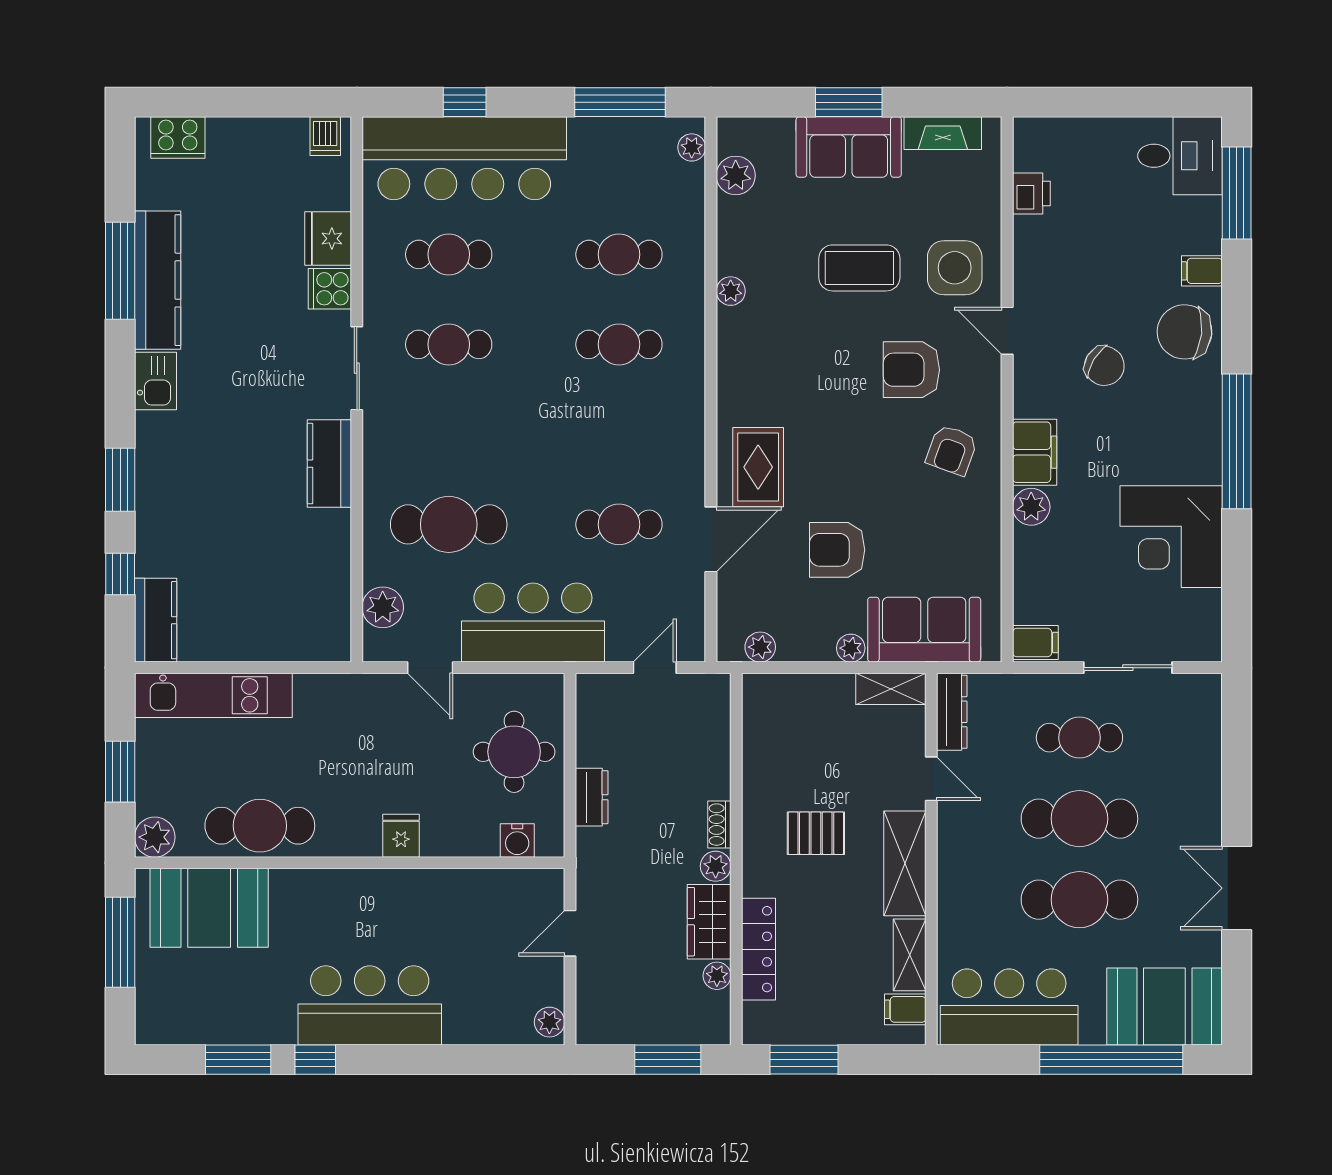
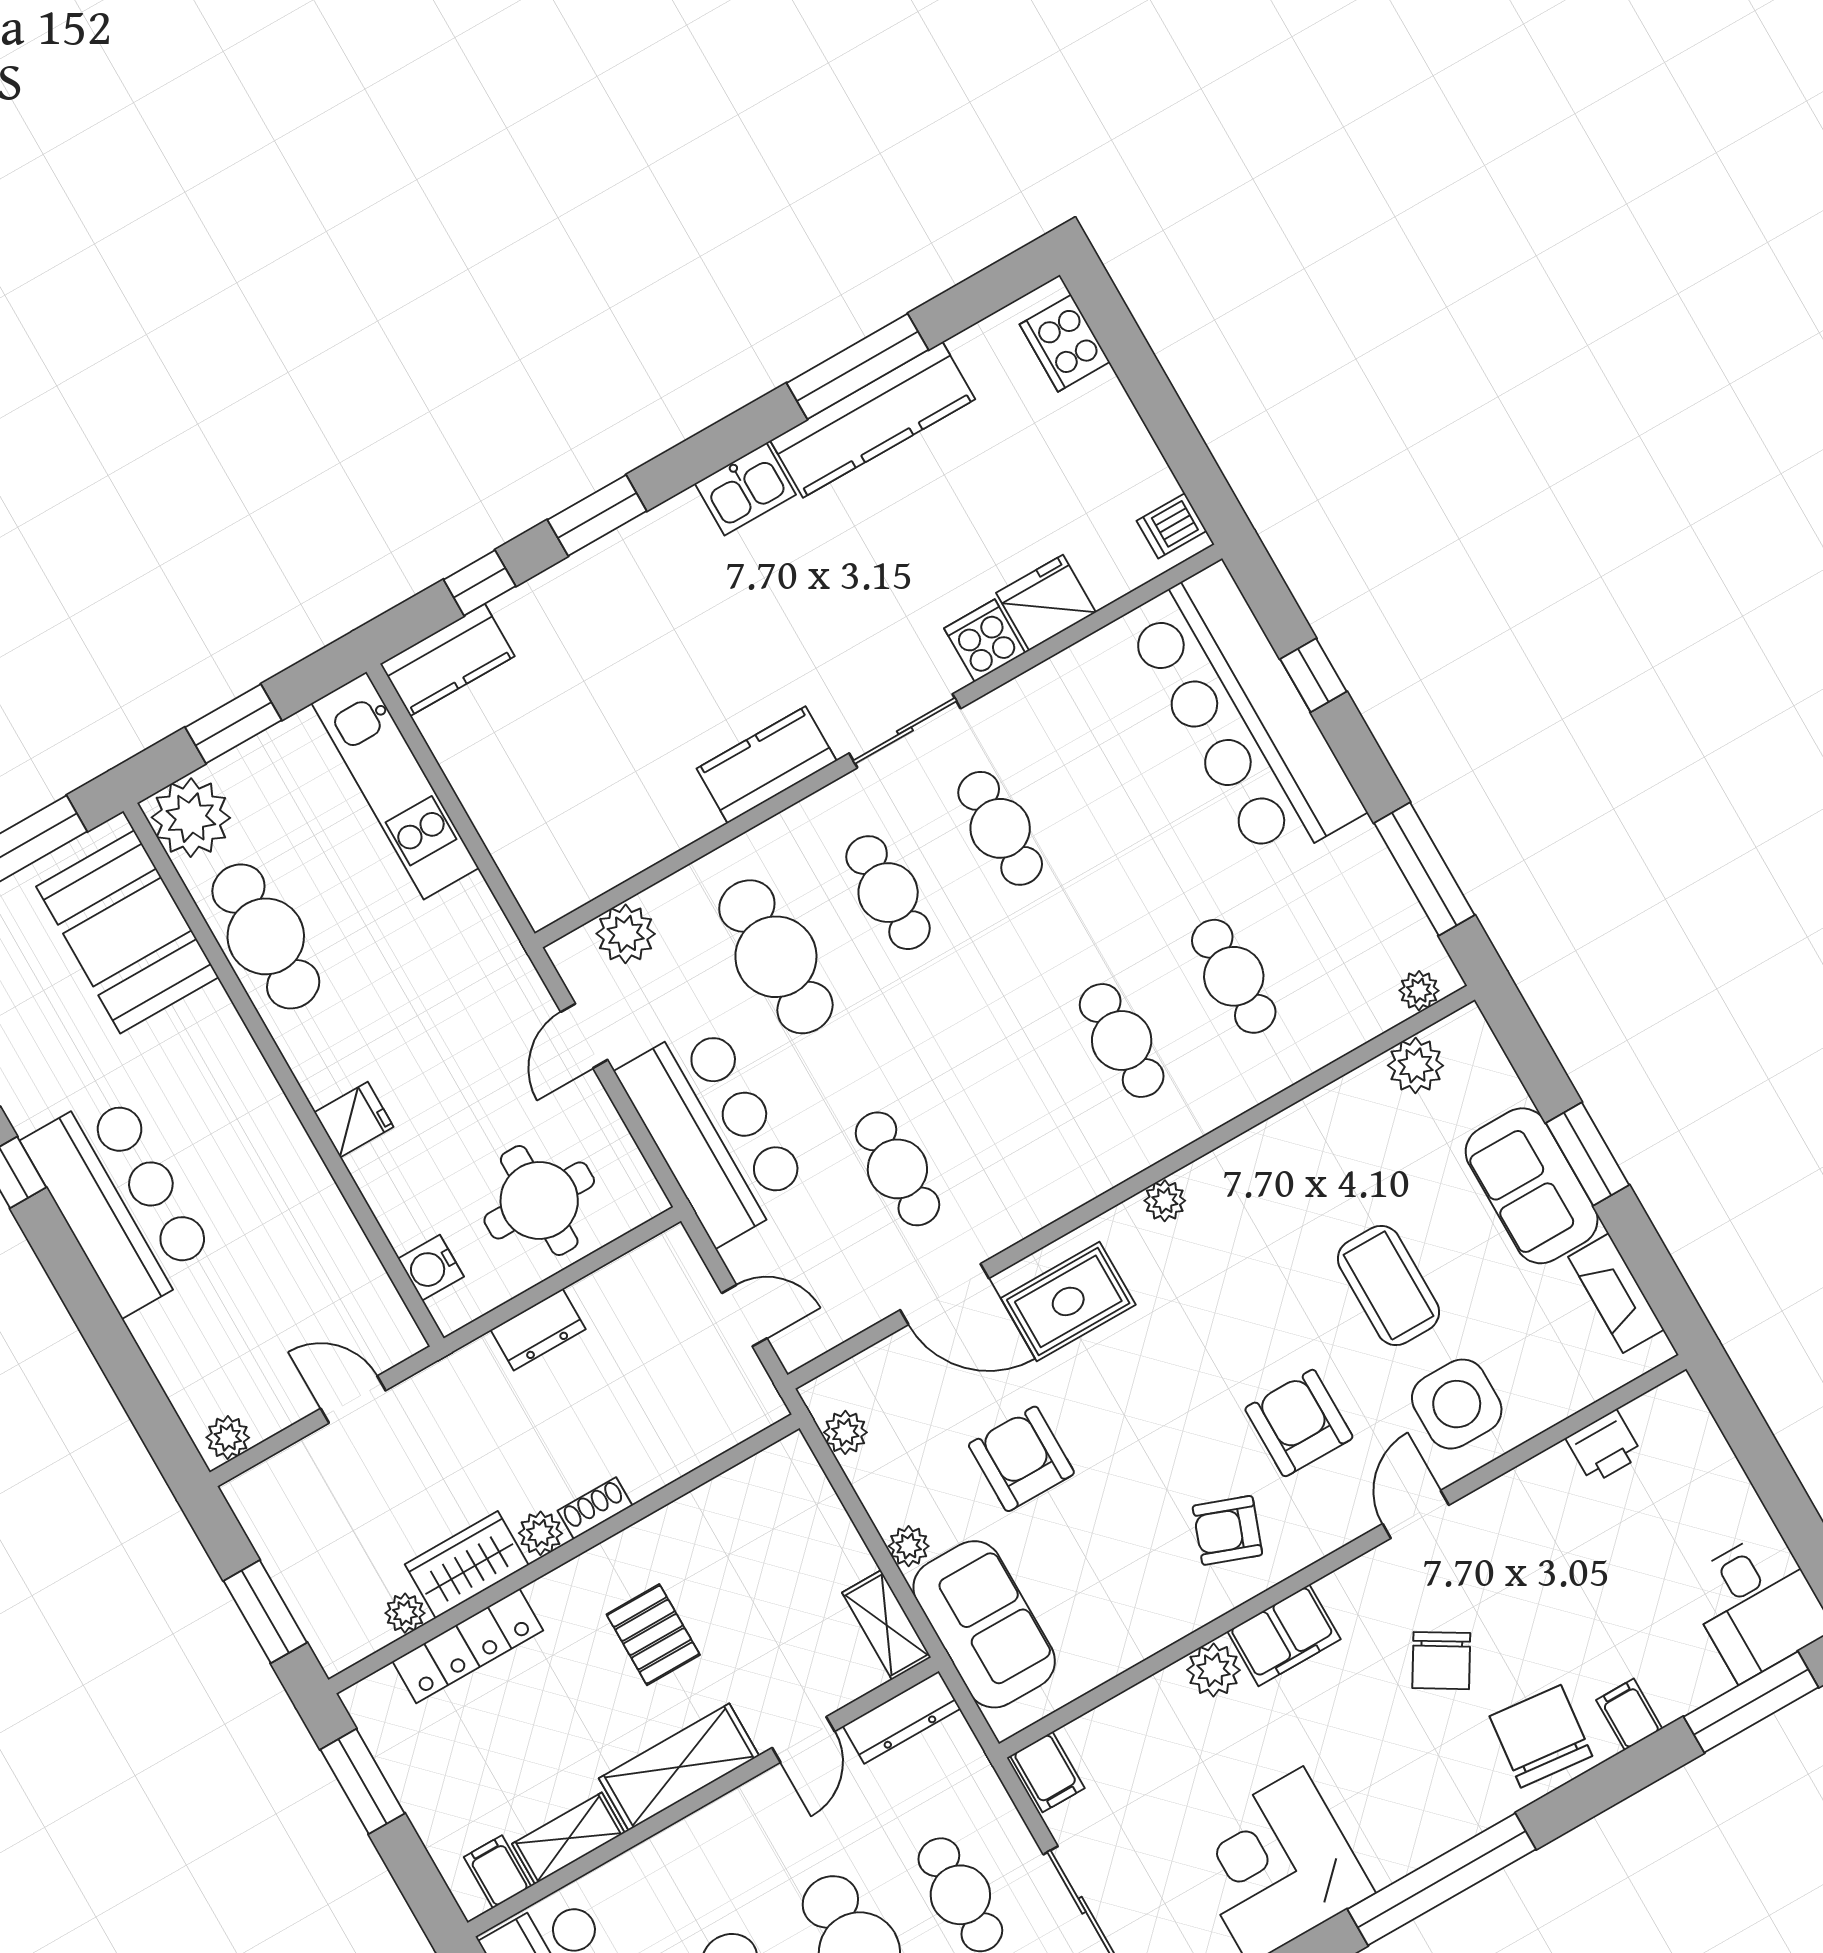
cafe table: (449, 254) -> (888, 893), moved
plant: (731, 291) -> (1165, 1201), moved
plant: (155, 837) -> (191, 818), width x1.36, depth x1.36

